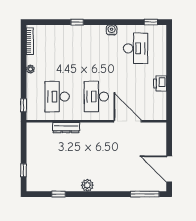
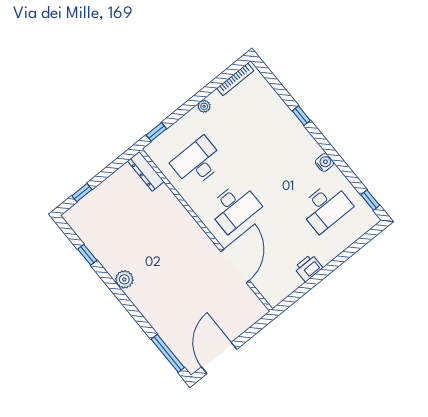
desk: (96, 97) -> (234, 207), turned 180
dresser: (66, 128) -> (146, 171), moved

